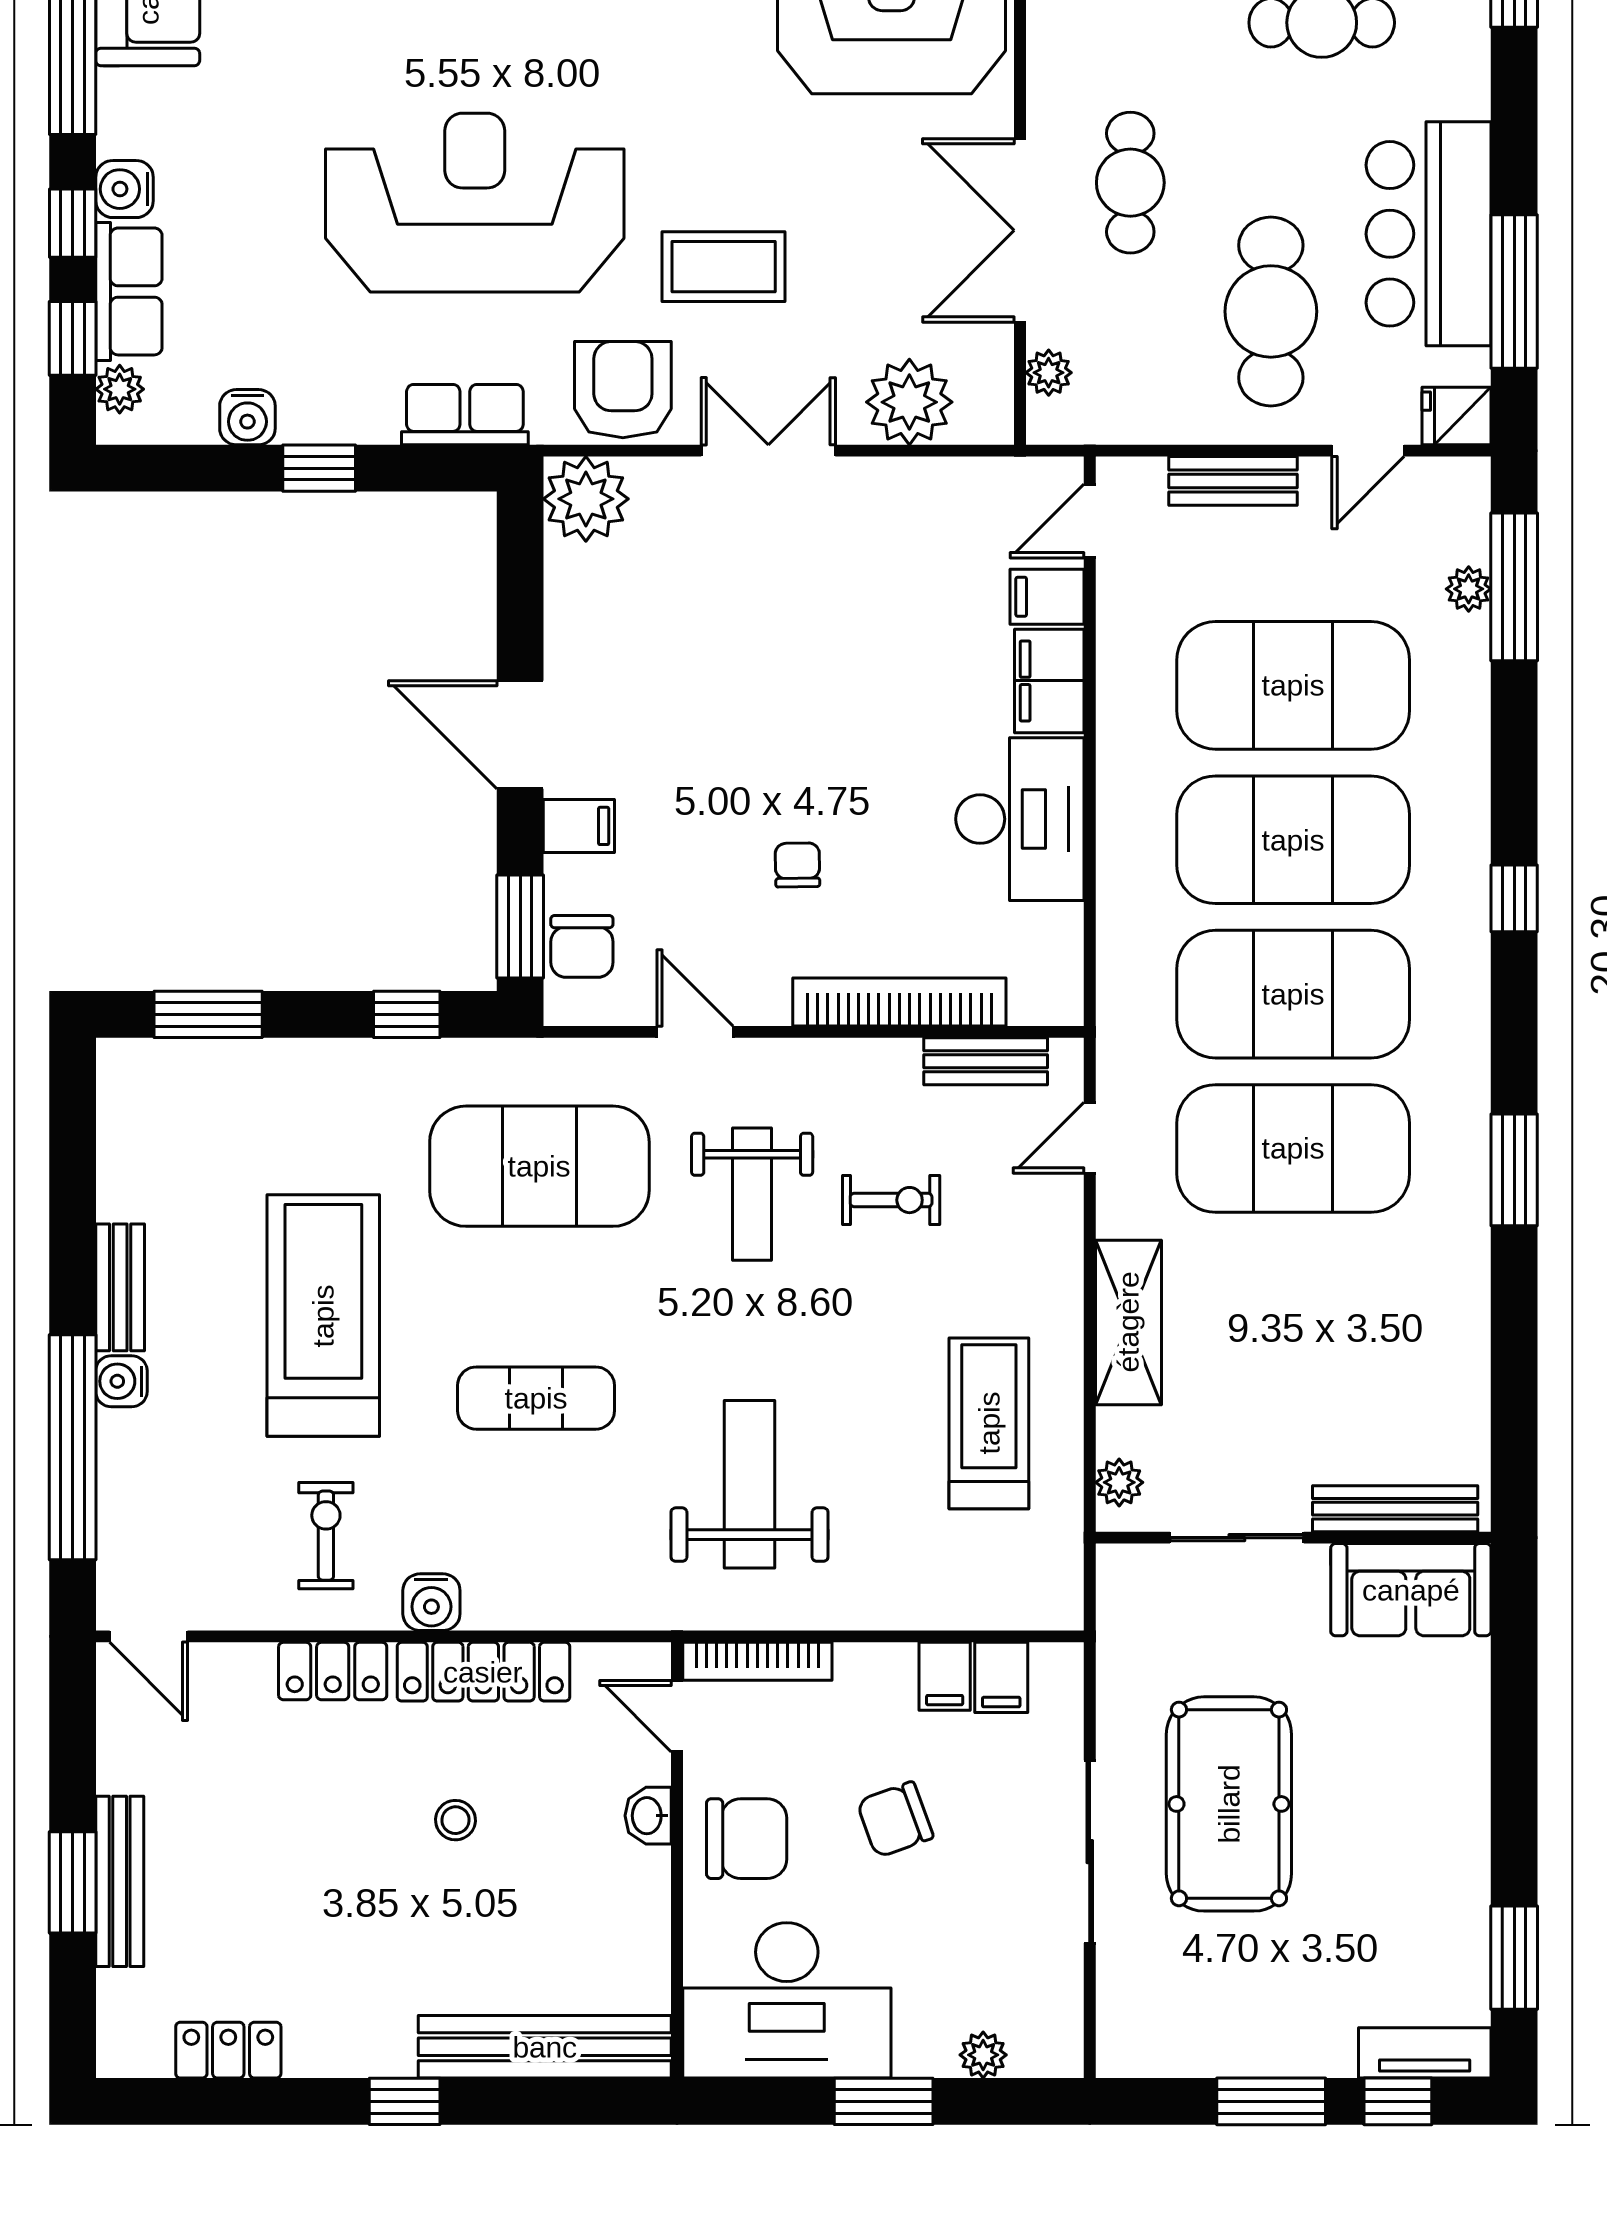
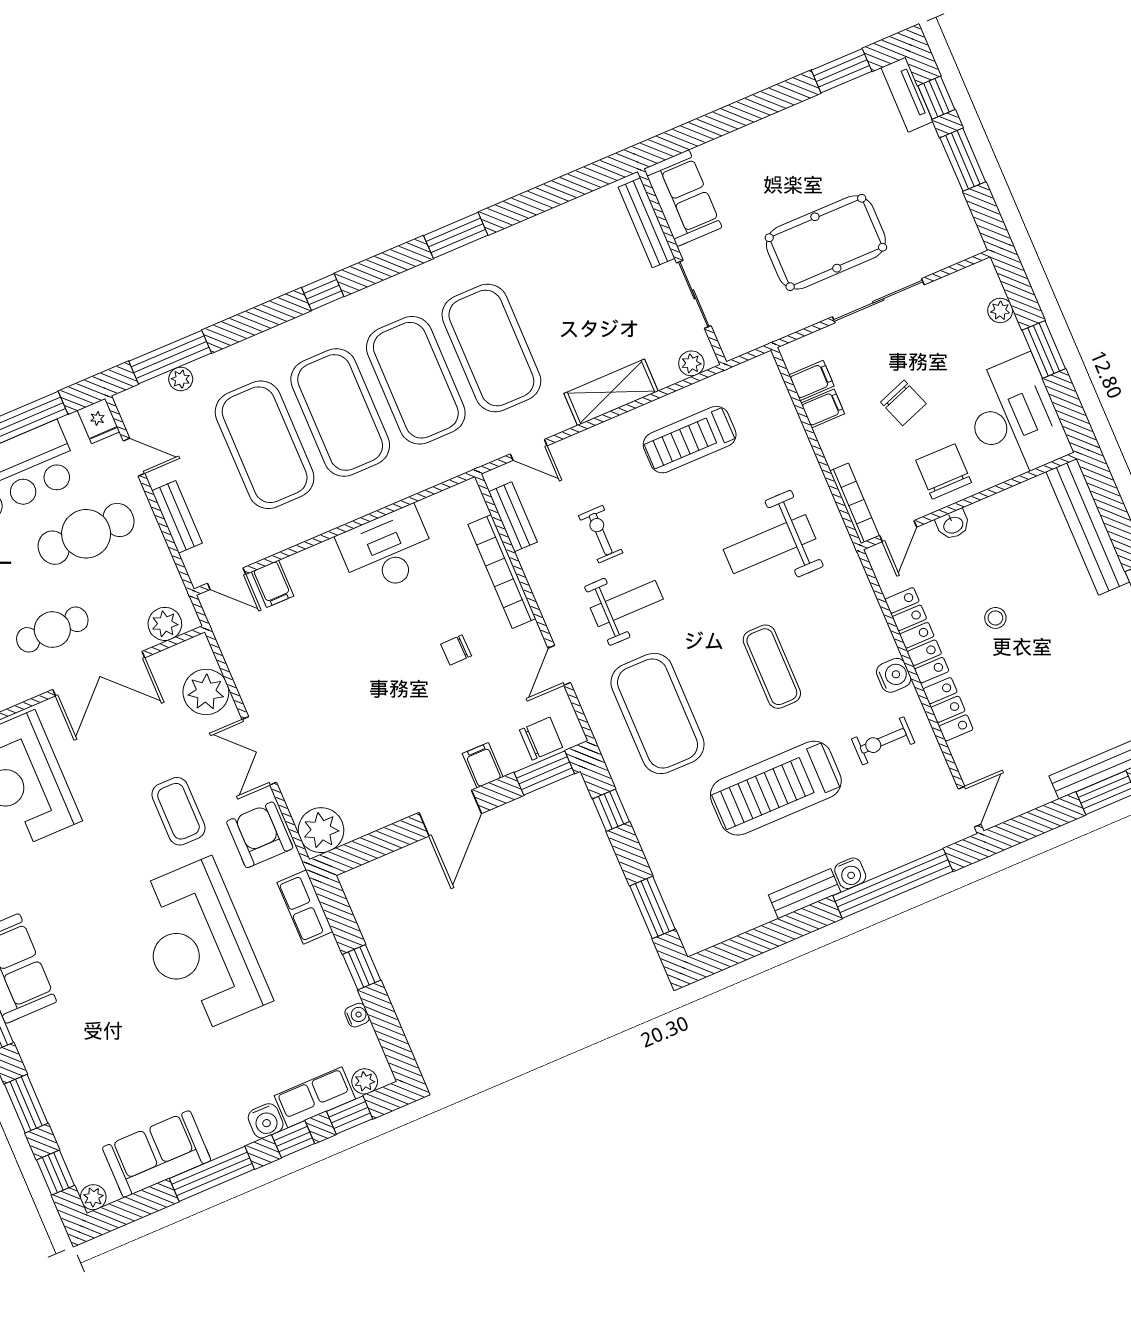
plant: (1049, 373) -> (165, 624), width x1.38, depth x1.38
armchair: (623, 390) -> (260, 835), turned 90
water cooler: (247, 417) -> (357, 1015), width x0.72, depth x0.72
filing cabinet: (1049, 681) -> (313, 565), removed

